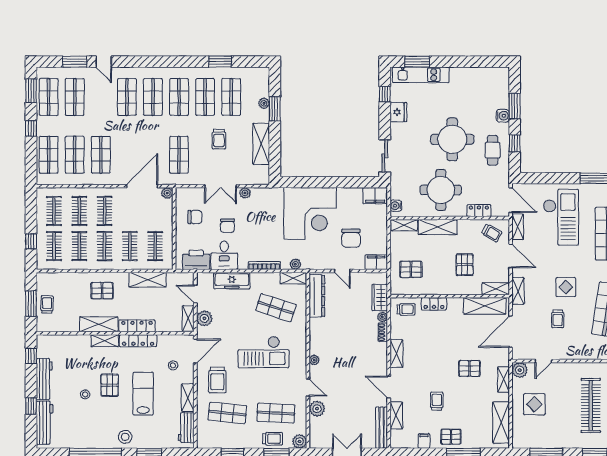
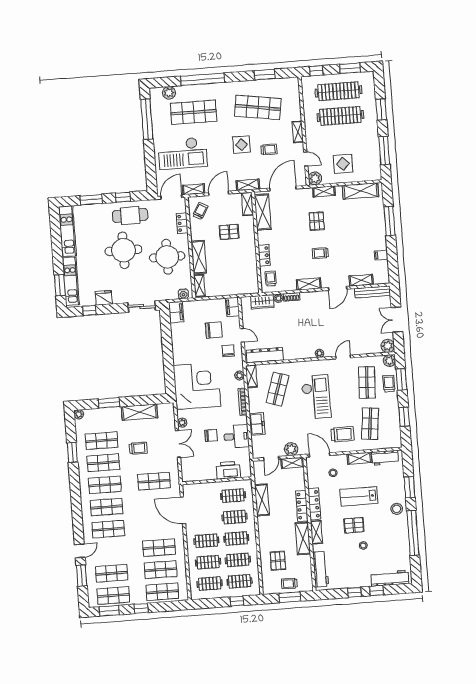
kitchen unit: (480, 75) -> (67, 231), added
plant: (264, 103) -> (79, 414), moved
water cooler: (503, 116) -> (100, 209), removed
cafe table: (493, 150) -> (130, 215), width x1.37, depth x1.35
plant: (167, 193) -> (187, 489), removed
corner desk: (310, 214) -> (197, 386), moved
chair: (195, 217) -> (228, 351), moved
checkout: (561, 217) -> (183, 153), turned 180
printer: (196, 260) -> (228, 470), moved, turned 90
pallet: (411, 269) -> (236, 277), removed
door: (342, 271) -> (242, 335), hinge flipped
freezer: (232, 281) -> (257, 424), width x0.71
pallet: (102, 291) -> (278, 561), moved
door: (511, 332) -> (283, 189), swing flipped
shelving: (576, 354) -> (298, 132), added
window: (31, 356) -> (354, 592), moved
workbench: (44, 379) -> (321, 569), moved, turned 90
trolley: (437, 401) -> (320, 253), moved
plant: (317, 409) -> (388, 346), moved
pallet: (451, 437) -> (376, 232), removed

